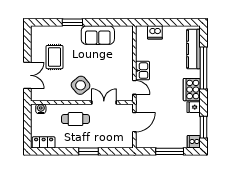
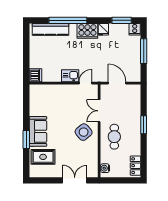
dishwasher: (155, 32) -> (36, 75), moved
sofa: (98, 35) -> (38, 131), moved
rug: (54, 57) -> (43, 157), moved

